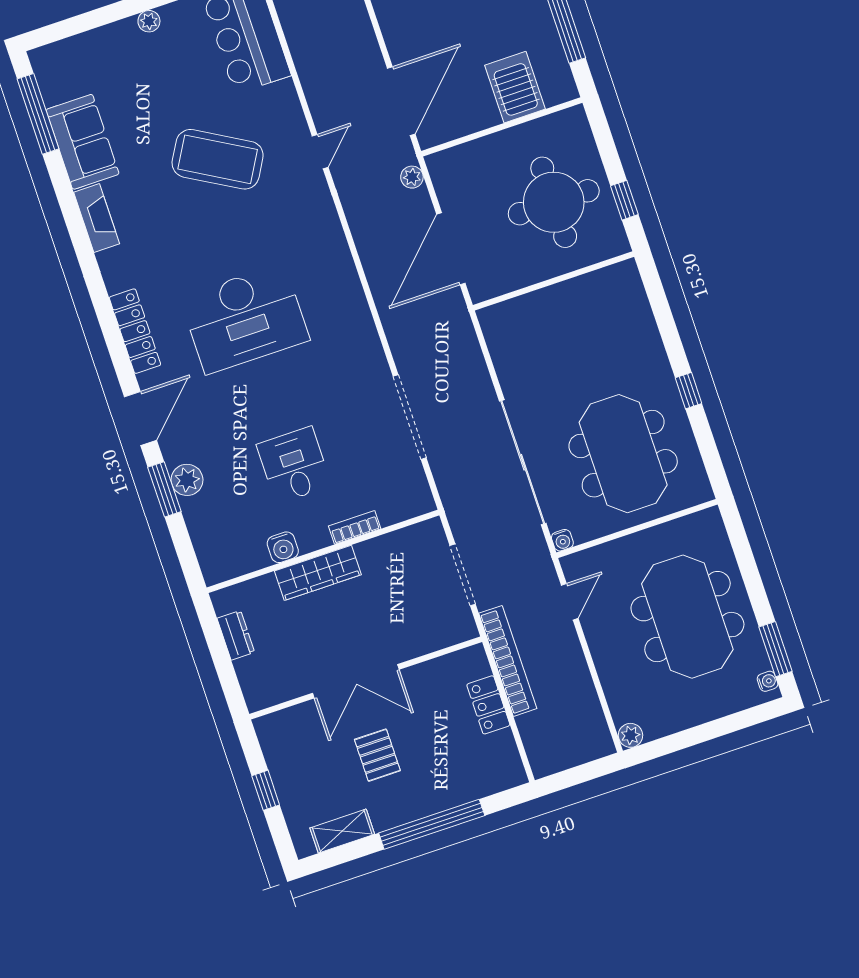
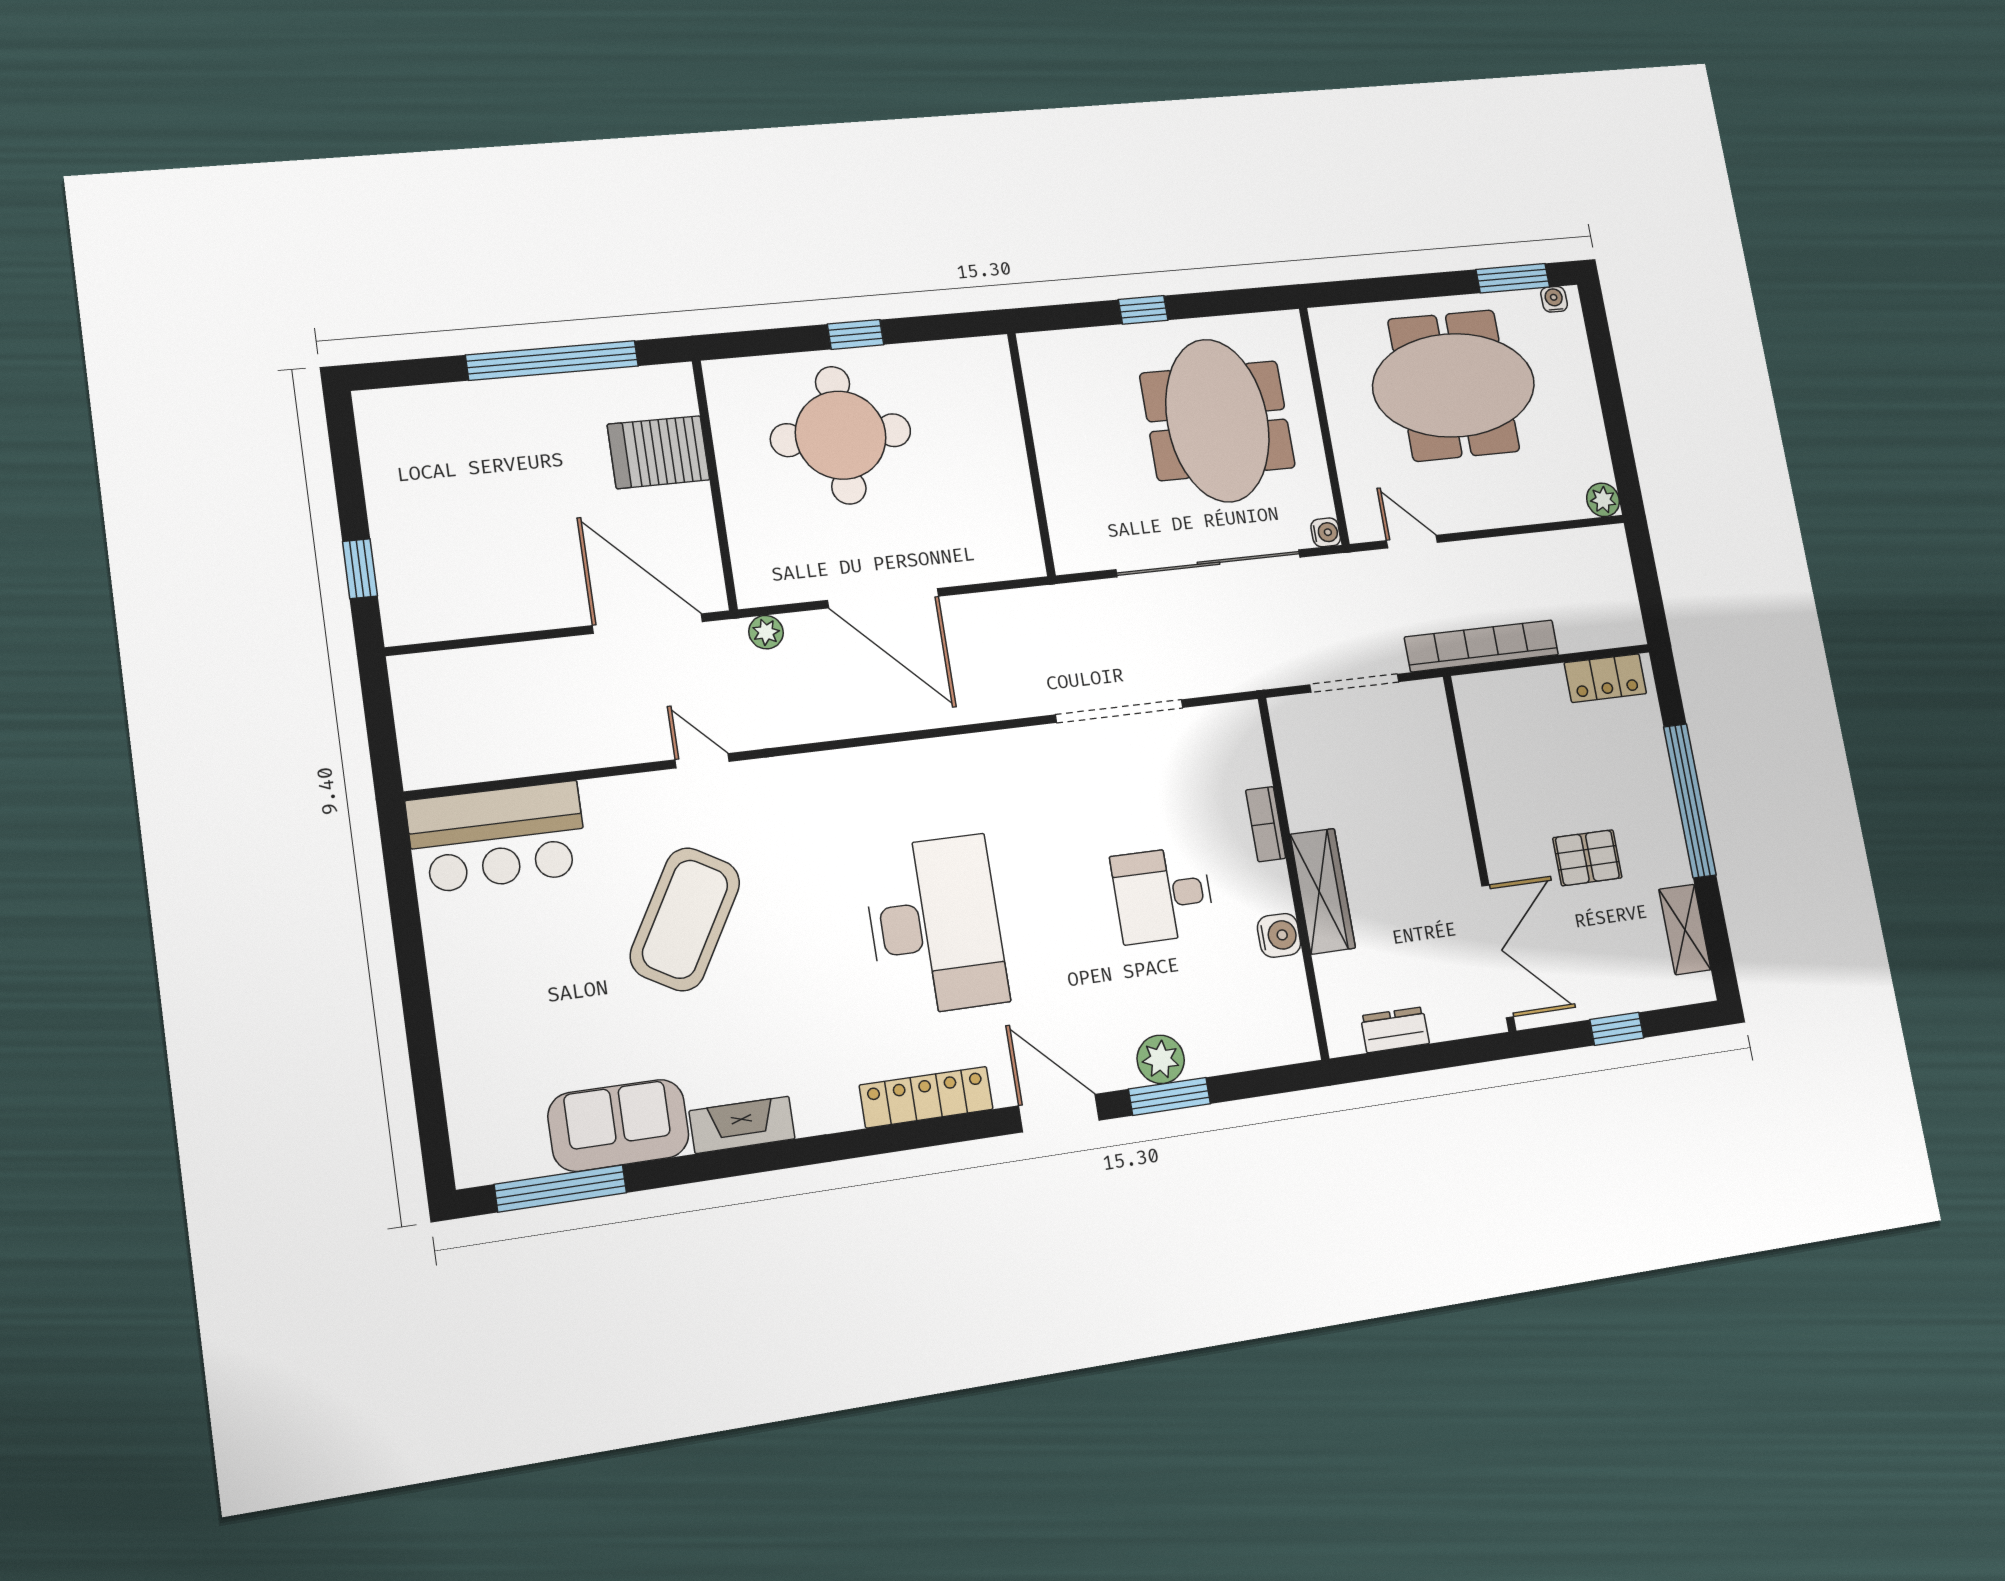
plant: (149, 21) -> (447, 984), removed
wall: (554, 281) -> (1031, 454), moved
meeting table: (623, 454) -> (1217, 421), turned 90
double door: (356, 681) -> (1498, 951), moved
locker: (488, 705) -> (1605, 678), moved

